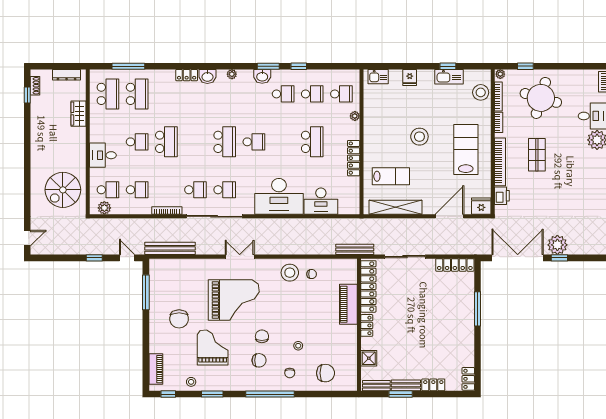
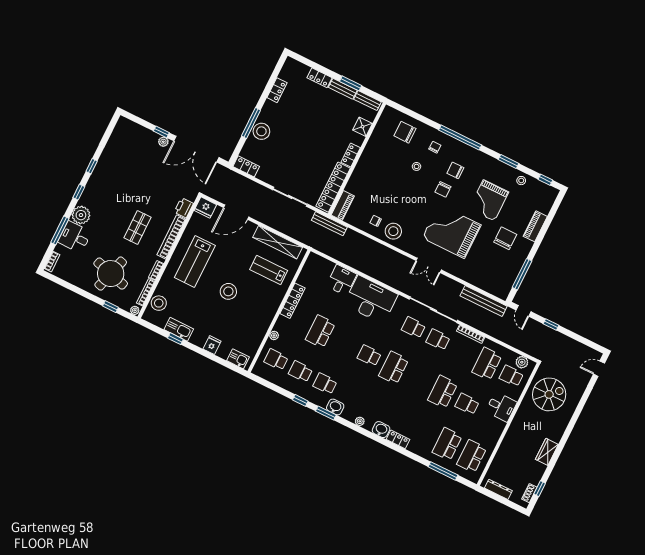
wardrobe: (79, 114) -> (547, 452), moved, turned 180
school desk: (137, 190) -> (487, 364), width x1.85
desk: (321, 201) -> (341, 280), width x0.73
plant: (557, 245) -> (163, 142), width x0.53, depth x0.53
locker: (455, 265) -> (246, 166), width x0.66
piano: (348, 304) -> (343, 205), moved, width x0.73, depth x0.75
stool: (464, 306) -> (261, 131), added
piano: (156, 369) -> (535, 226), moved
locker: (468, 379) -> (277, 90), moved

